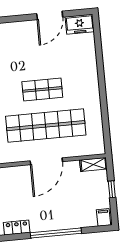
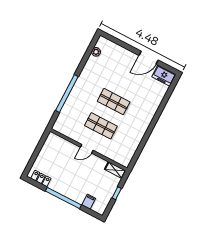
shop shelf: (46, 126) -> (101, 126), width x0.50, depth x0.74
door: (46, 161) -> (87, 149), width x0.53
filing cabinet: (103, 217) -> (89, 202), moved

